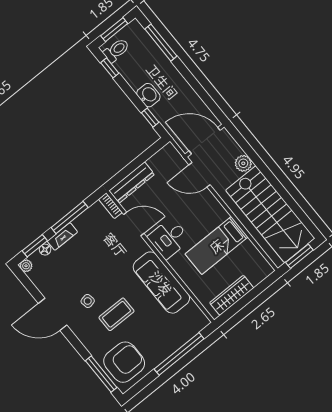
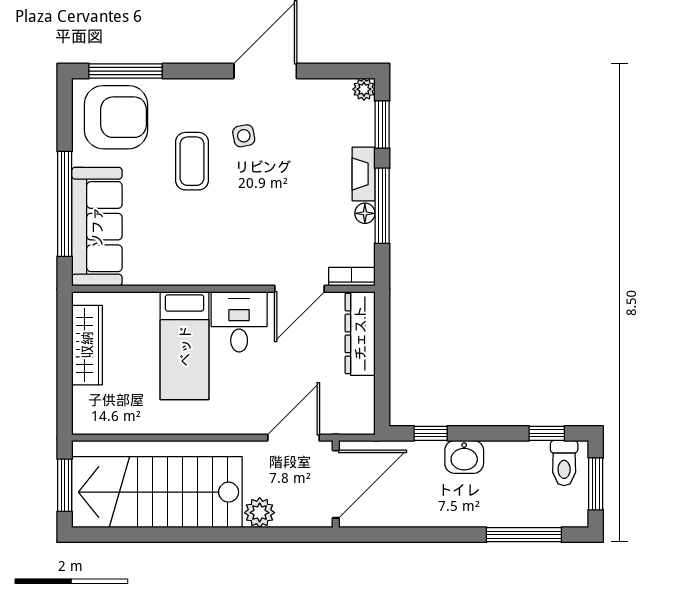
bed: (217, 246) -> (185, 346), moved, turned 180
floor lamp: (45, 250) -> (365, 213), moved
sofa: (161, 283) -> (97, 227), moved, turned 90
armchair: (124, 362) -> (116, 117), turned -90

